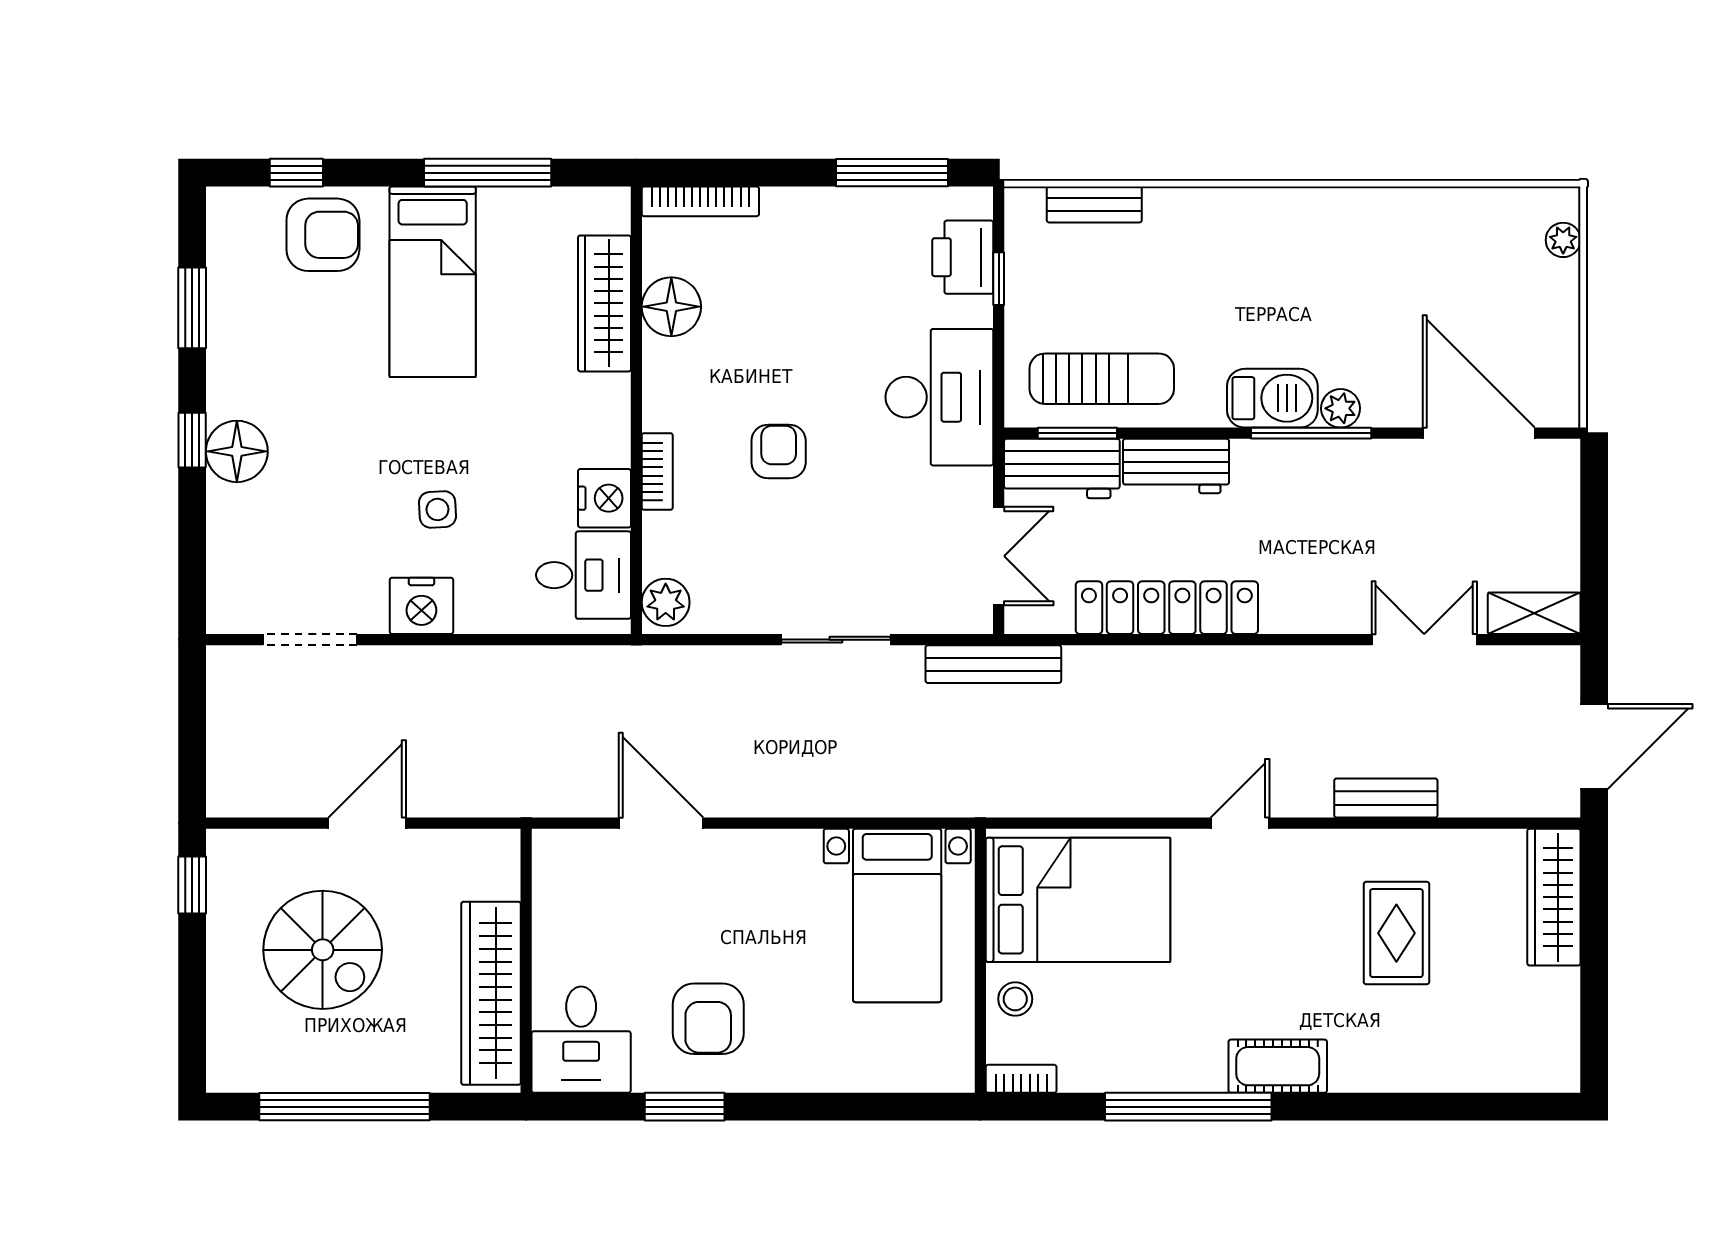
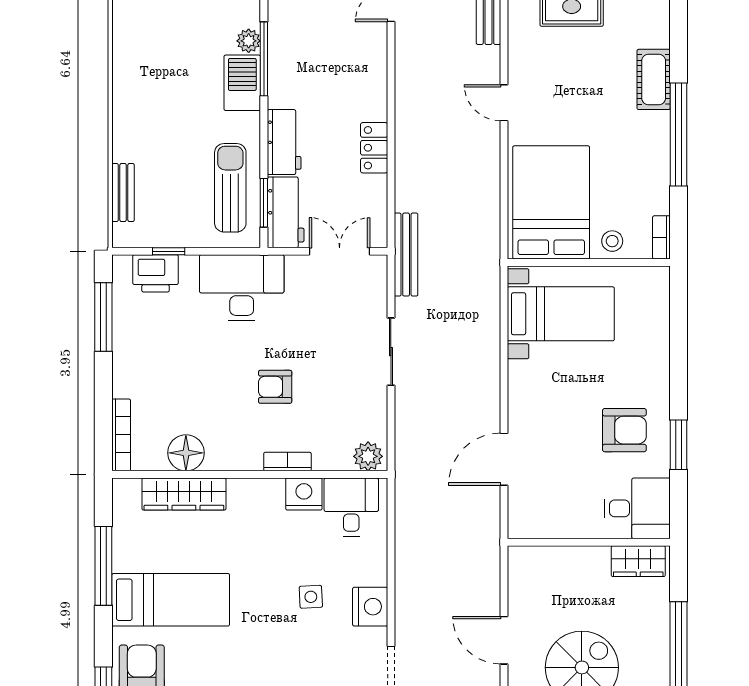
locker: (1167, 608) -> (374, 148), width x0.46, depth x0.83
wardrobe: (491, 993) -> (638, 561), width x0.48, depth x0.85

